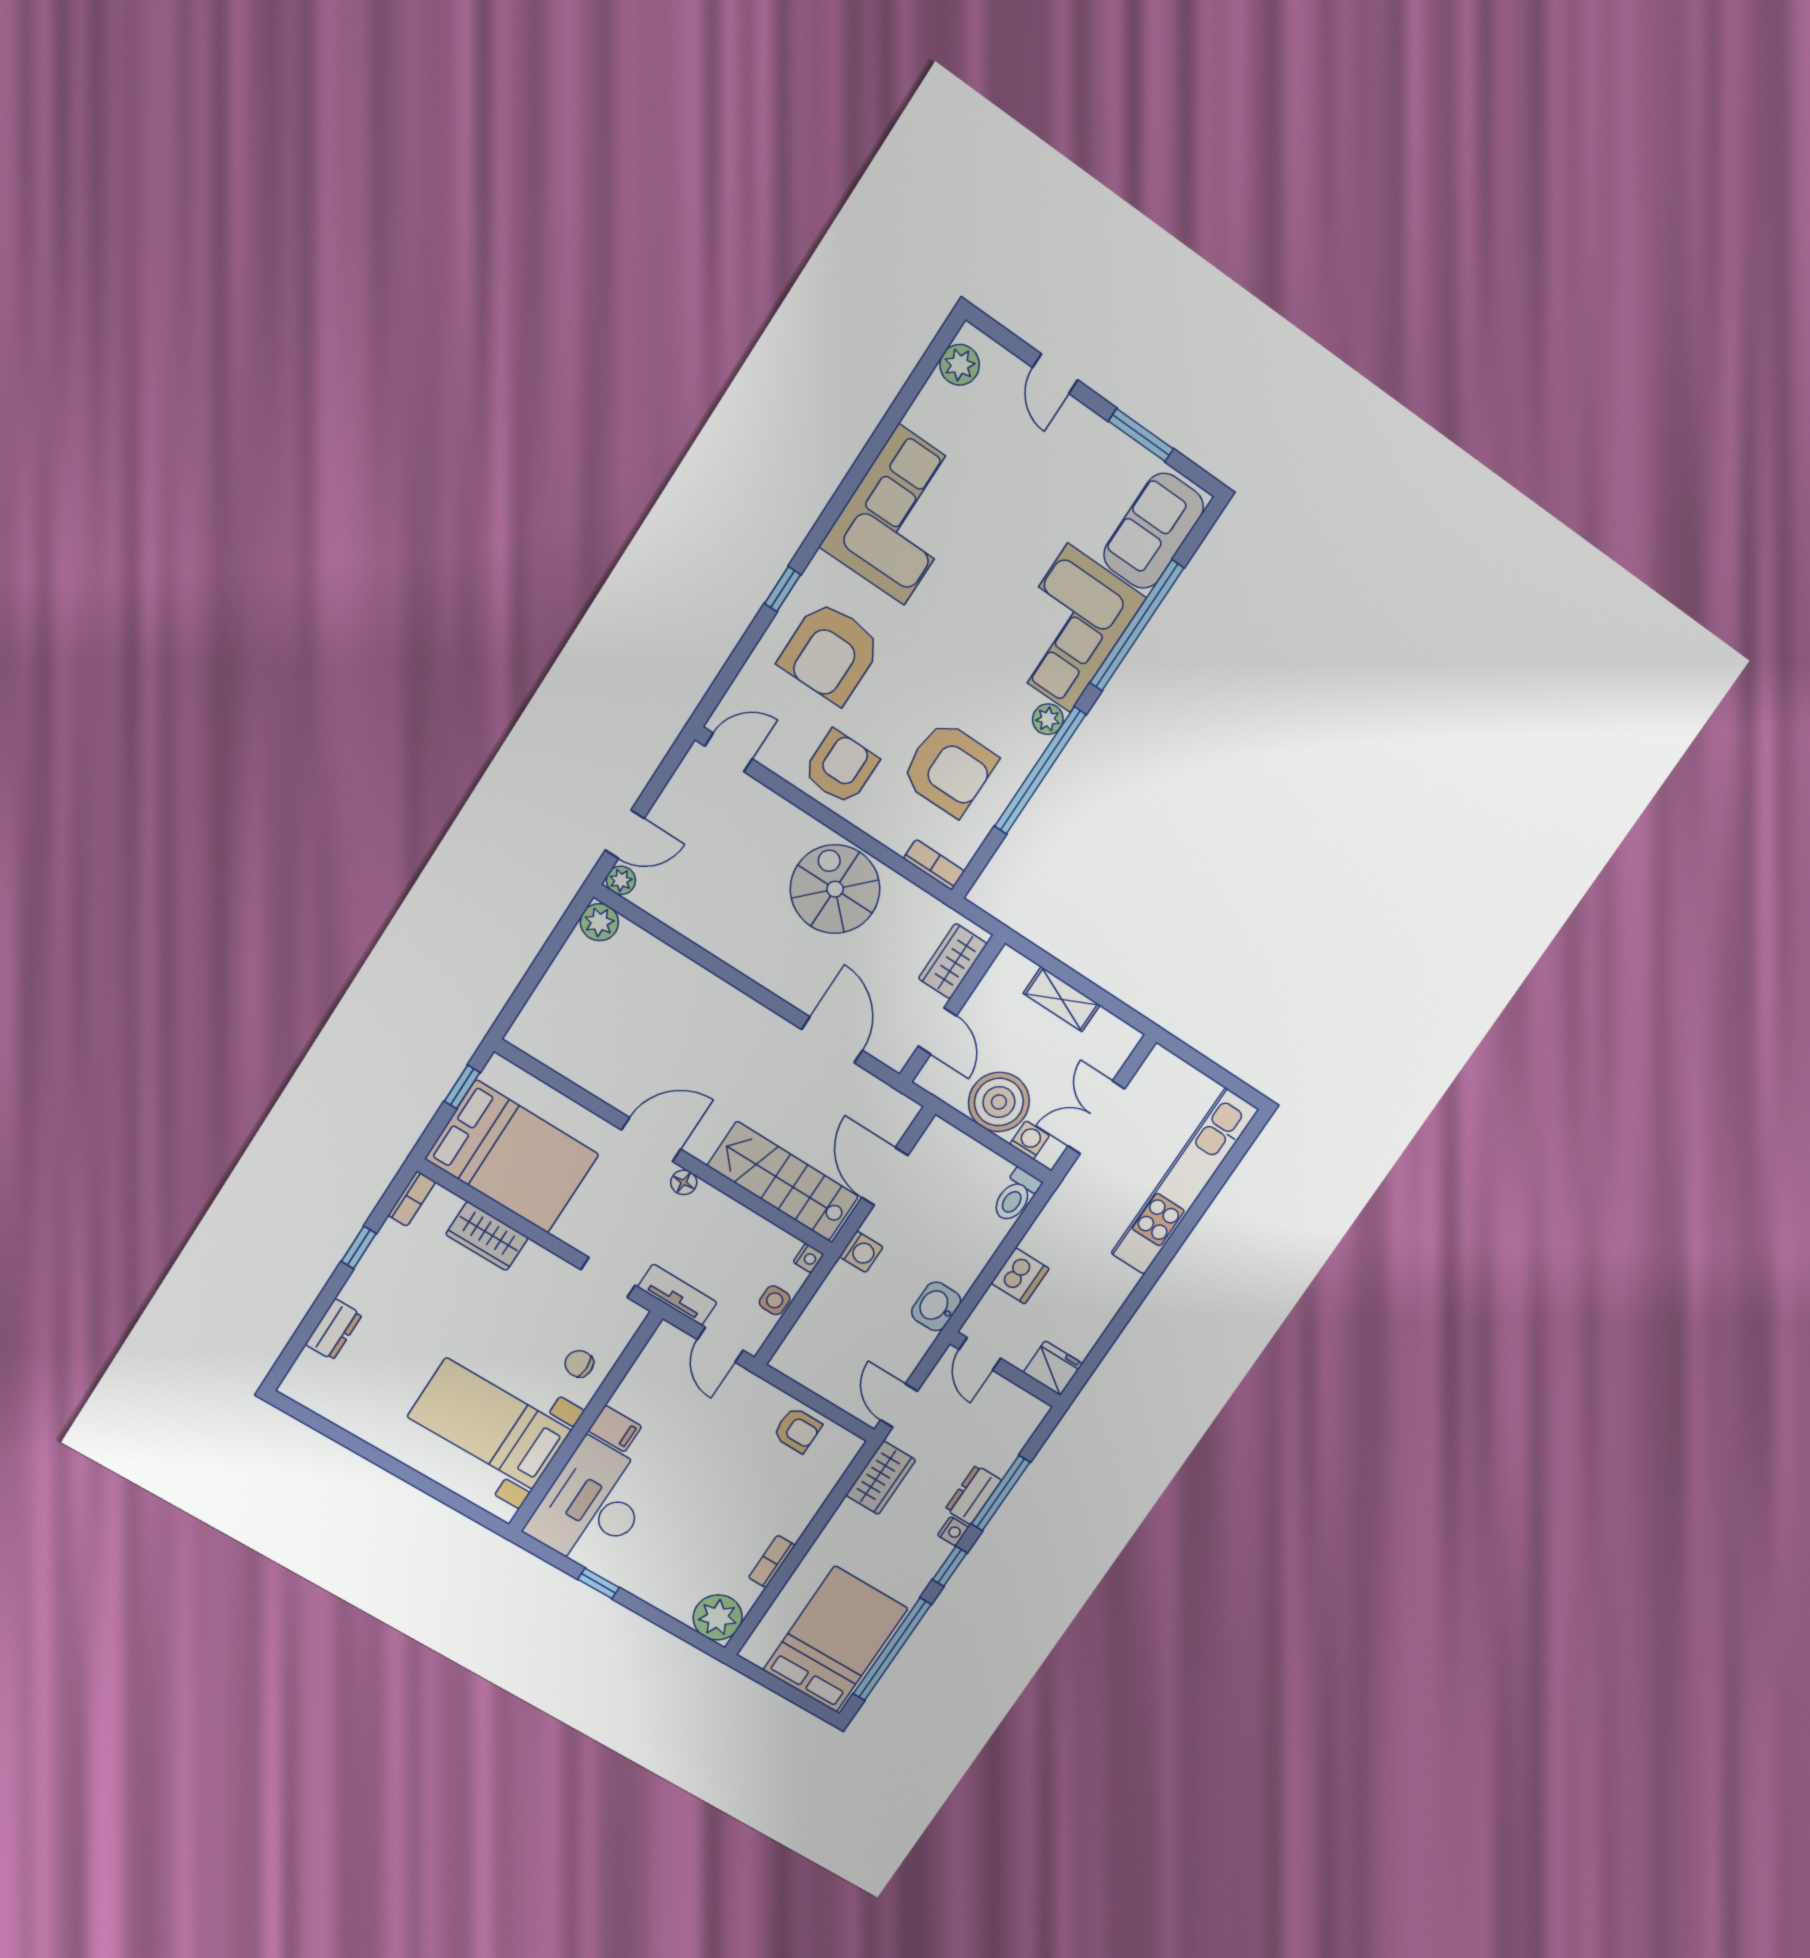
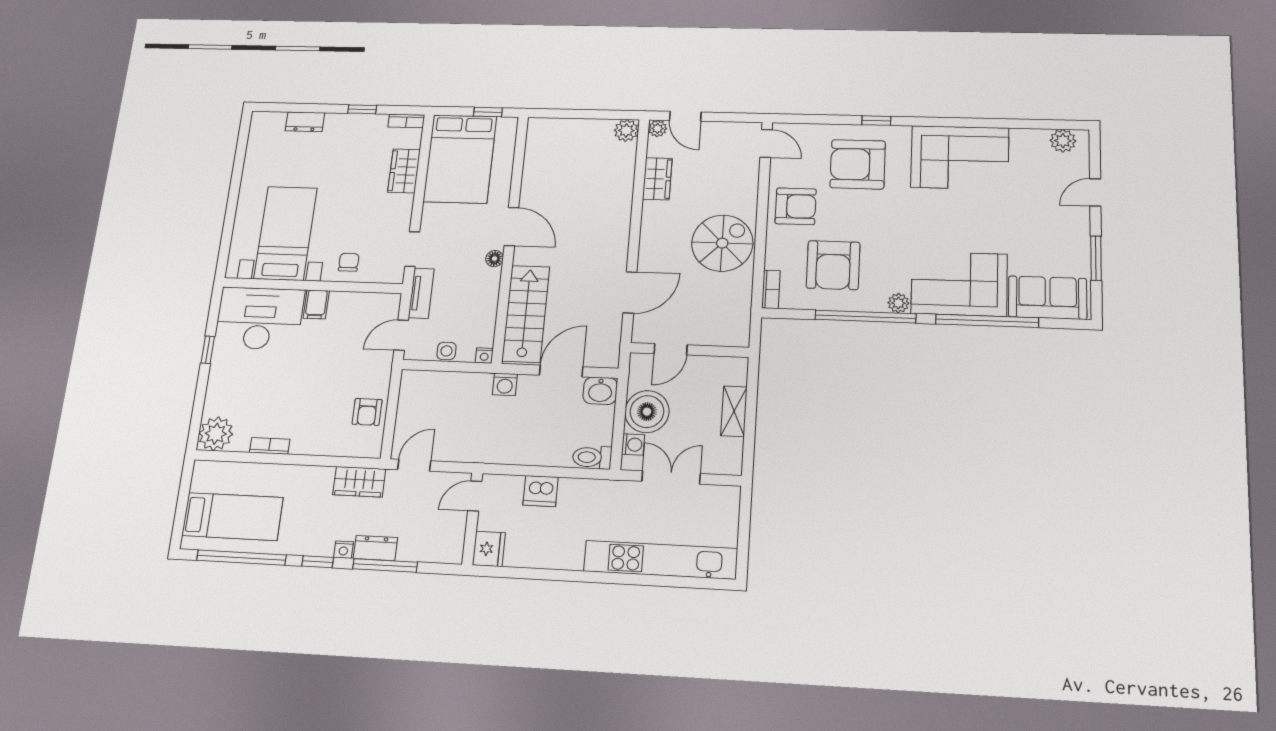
wardrobe: (953, 961) -> (657, 179), moved, turned 90
washbasin: (936, 1306) -> (600, 391), moved, turned 180
bed: (836, 1639) -> (233, 517), width x0.67

